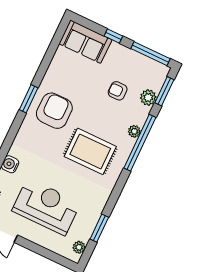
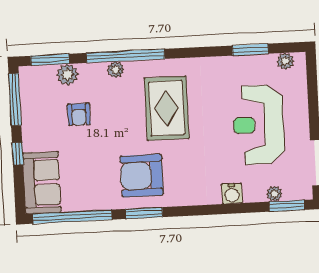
window: (52, 50) -> (72, 217), added

